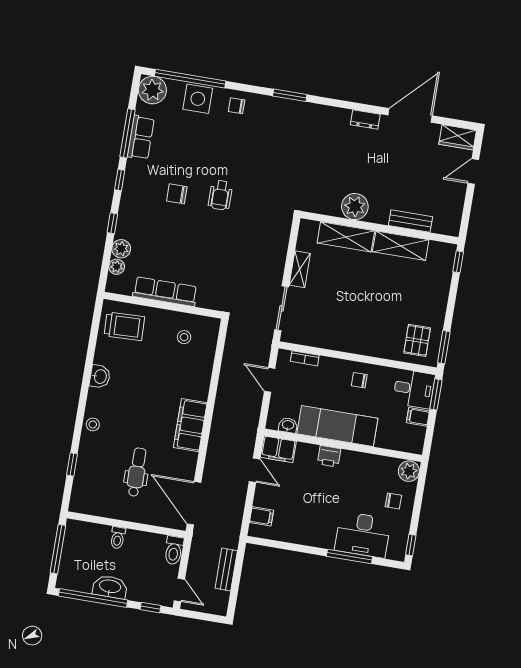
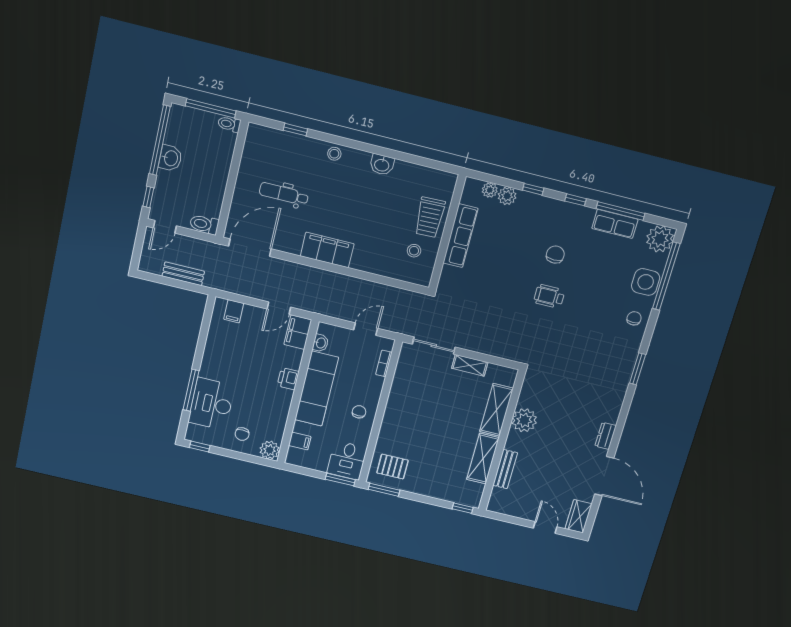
trolley: (124, 326) -> (430, 217), moved
filing cabinet: (418, 417) -> (300, 441), moved, turned 90
dental chair: (137, 472) -> (284, 194), turned 180
toilet: (118, 538) -> (229, 124), moved
washbasin: (110, 587) -> (170, 158), width x0.72

